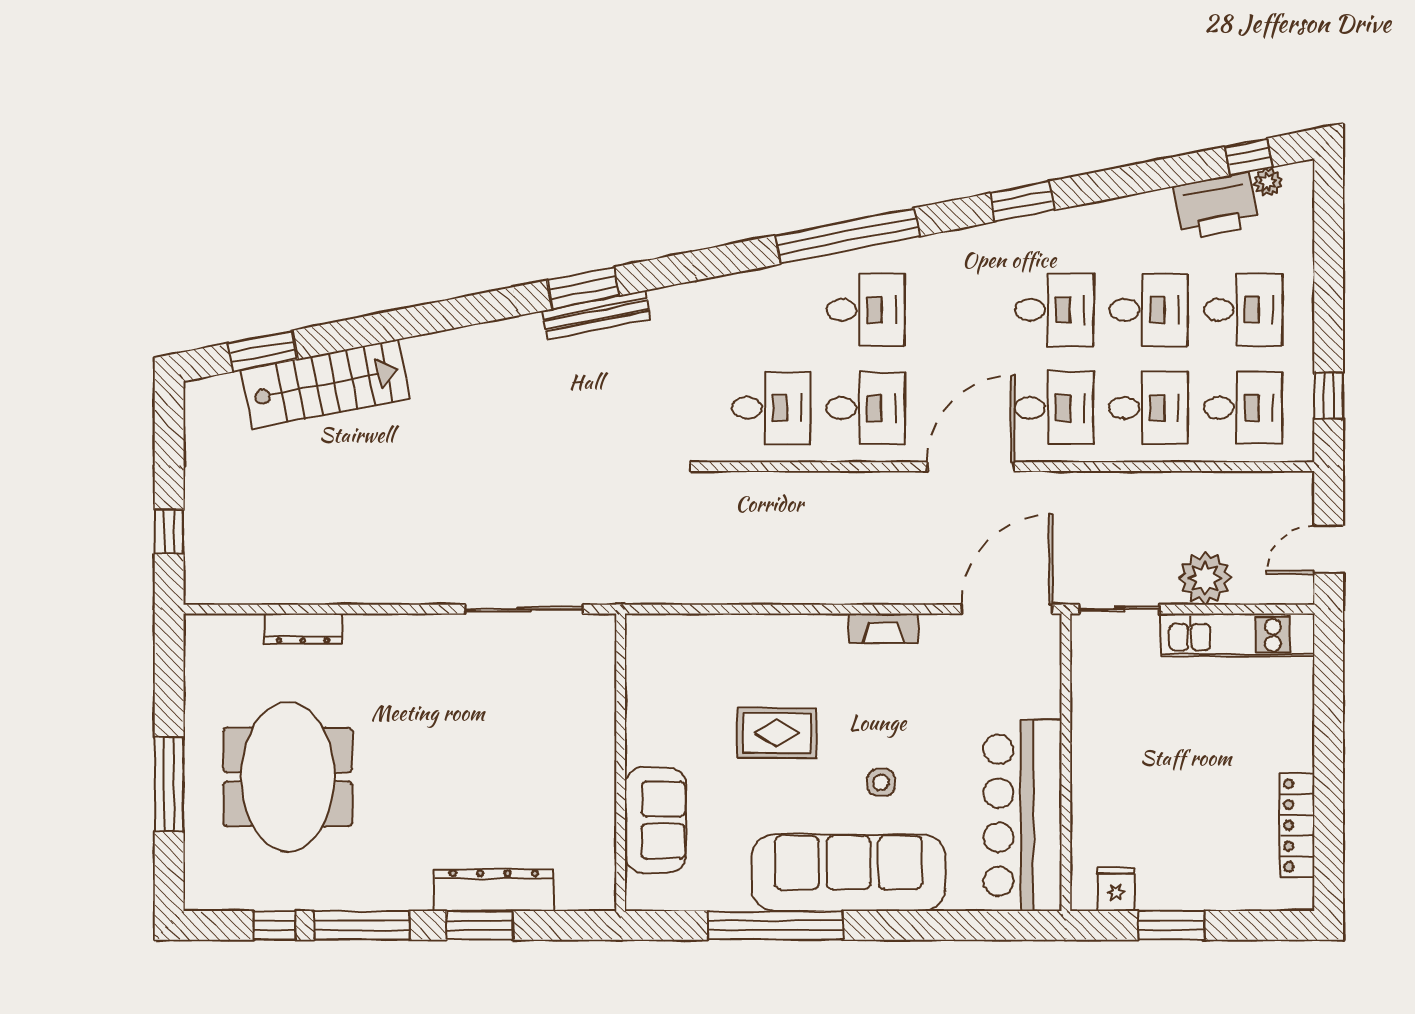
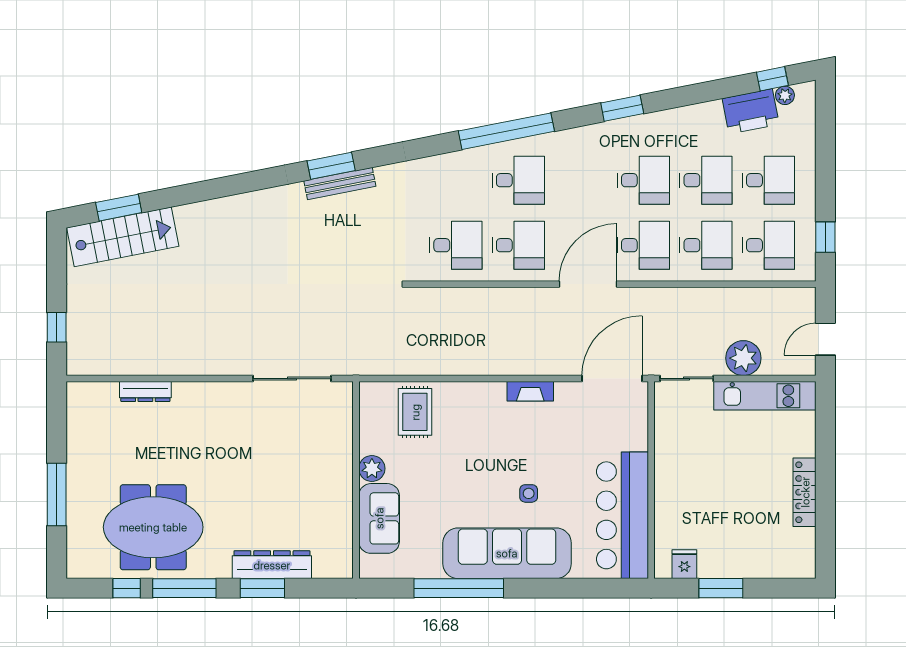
stairs: (326, 384) -> (123, 237), moved
rug: (777, 733) -> (415, 412), moved, turned 90
plant: (645, 745) -> (372, 469), added
meeting table: (288, 777) -> (153, 527), moved, turned 90
locker: (1297, 825) -> (805, 492), moved

